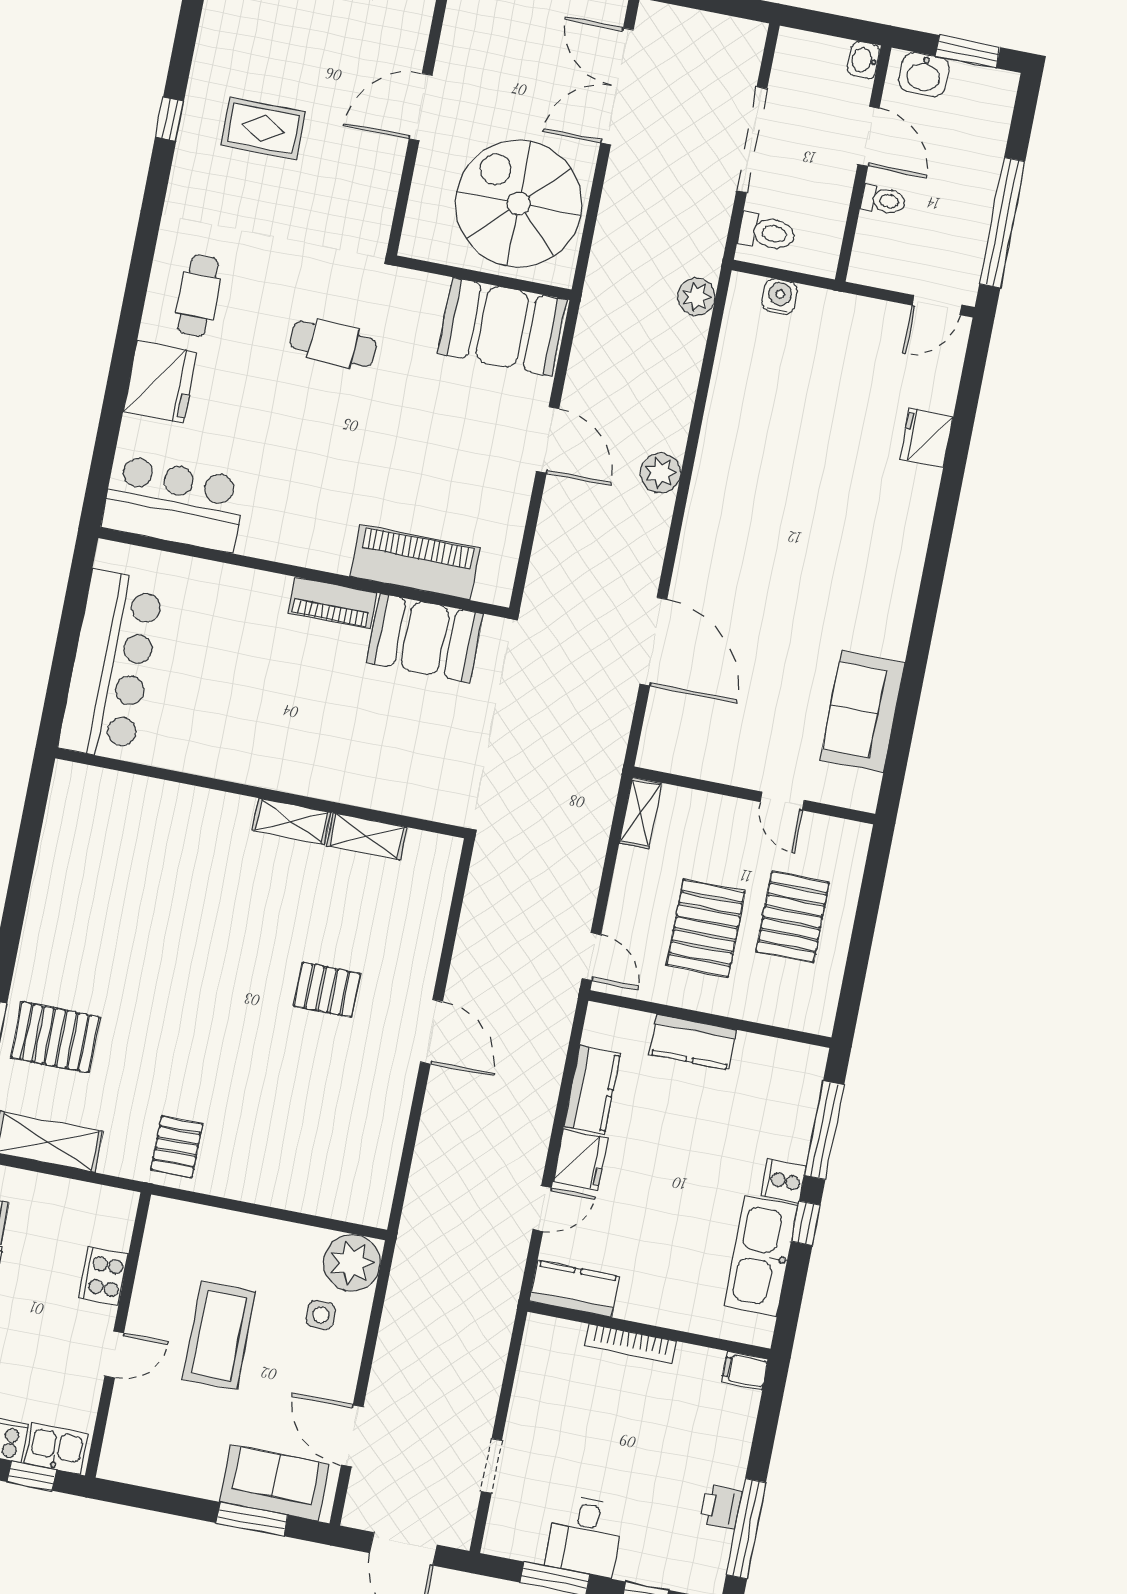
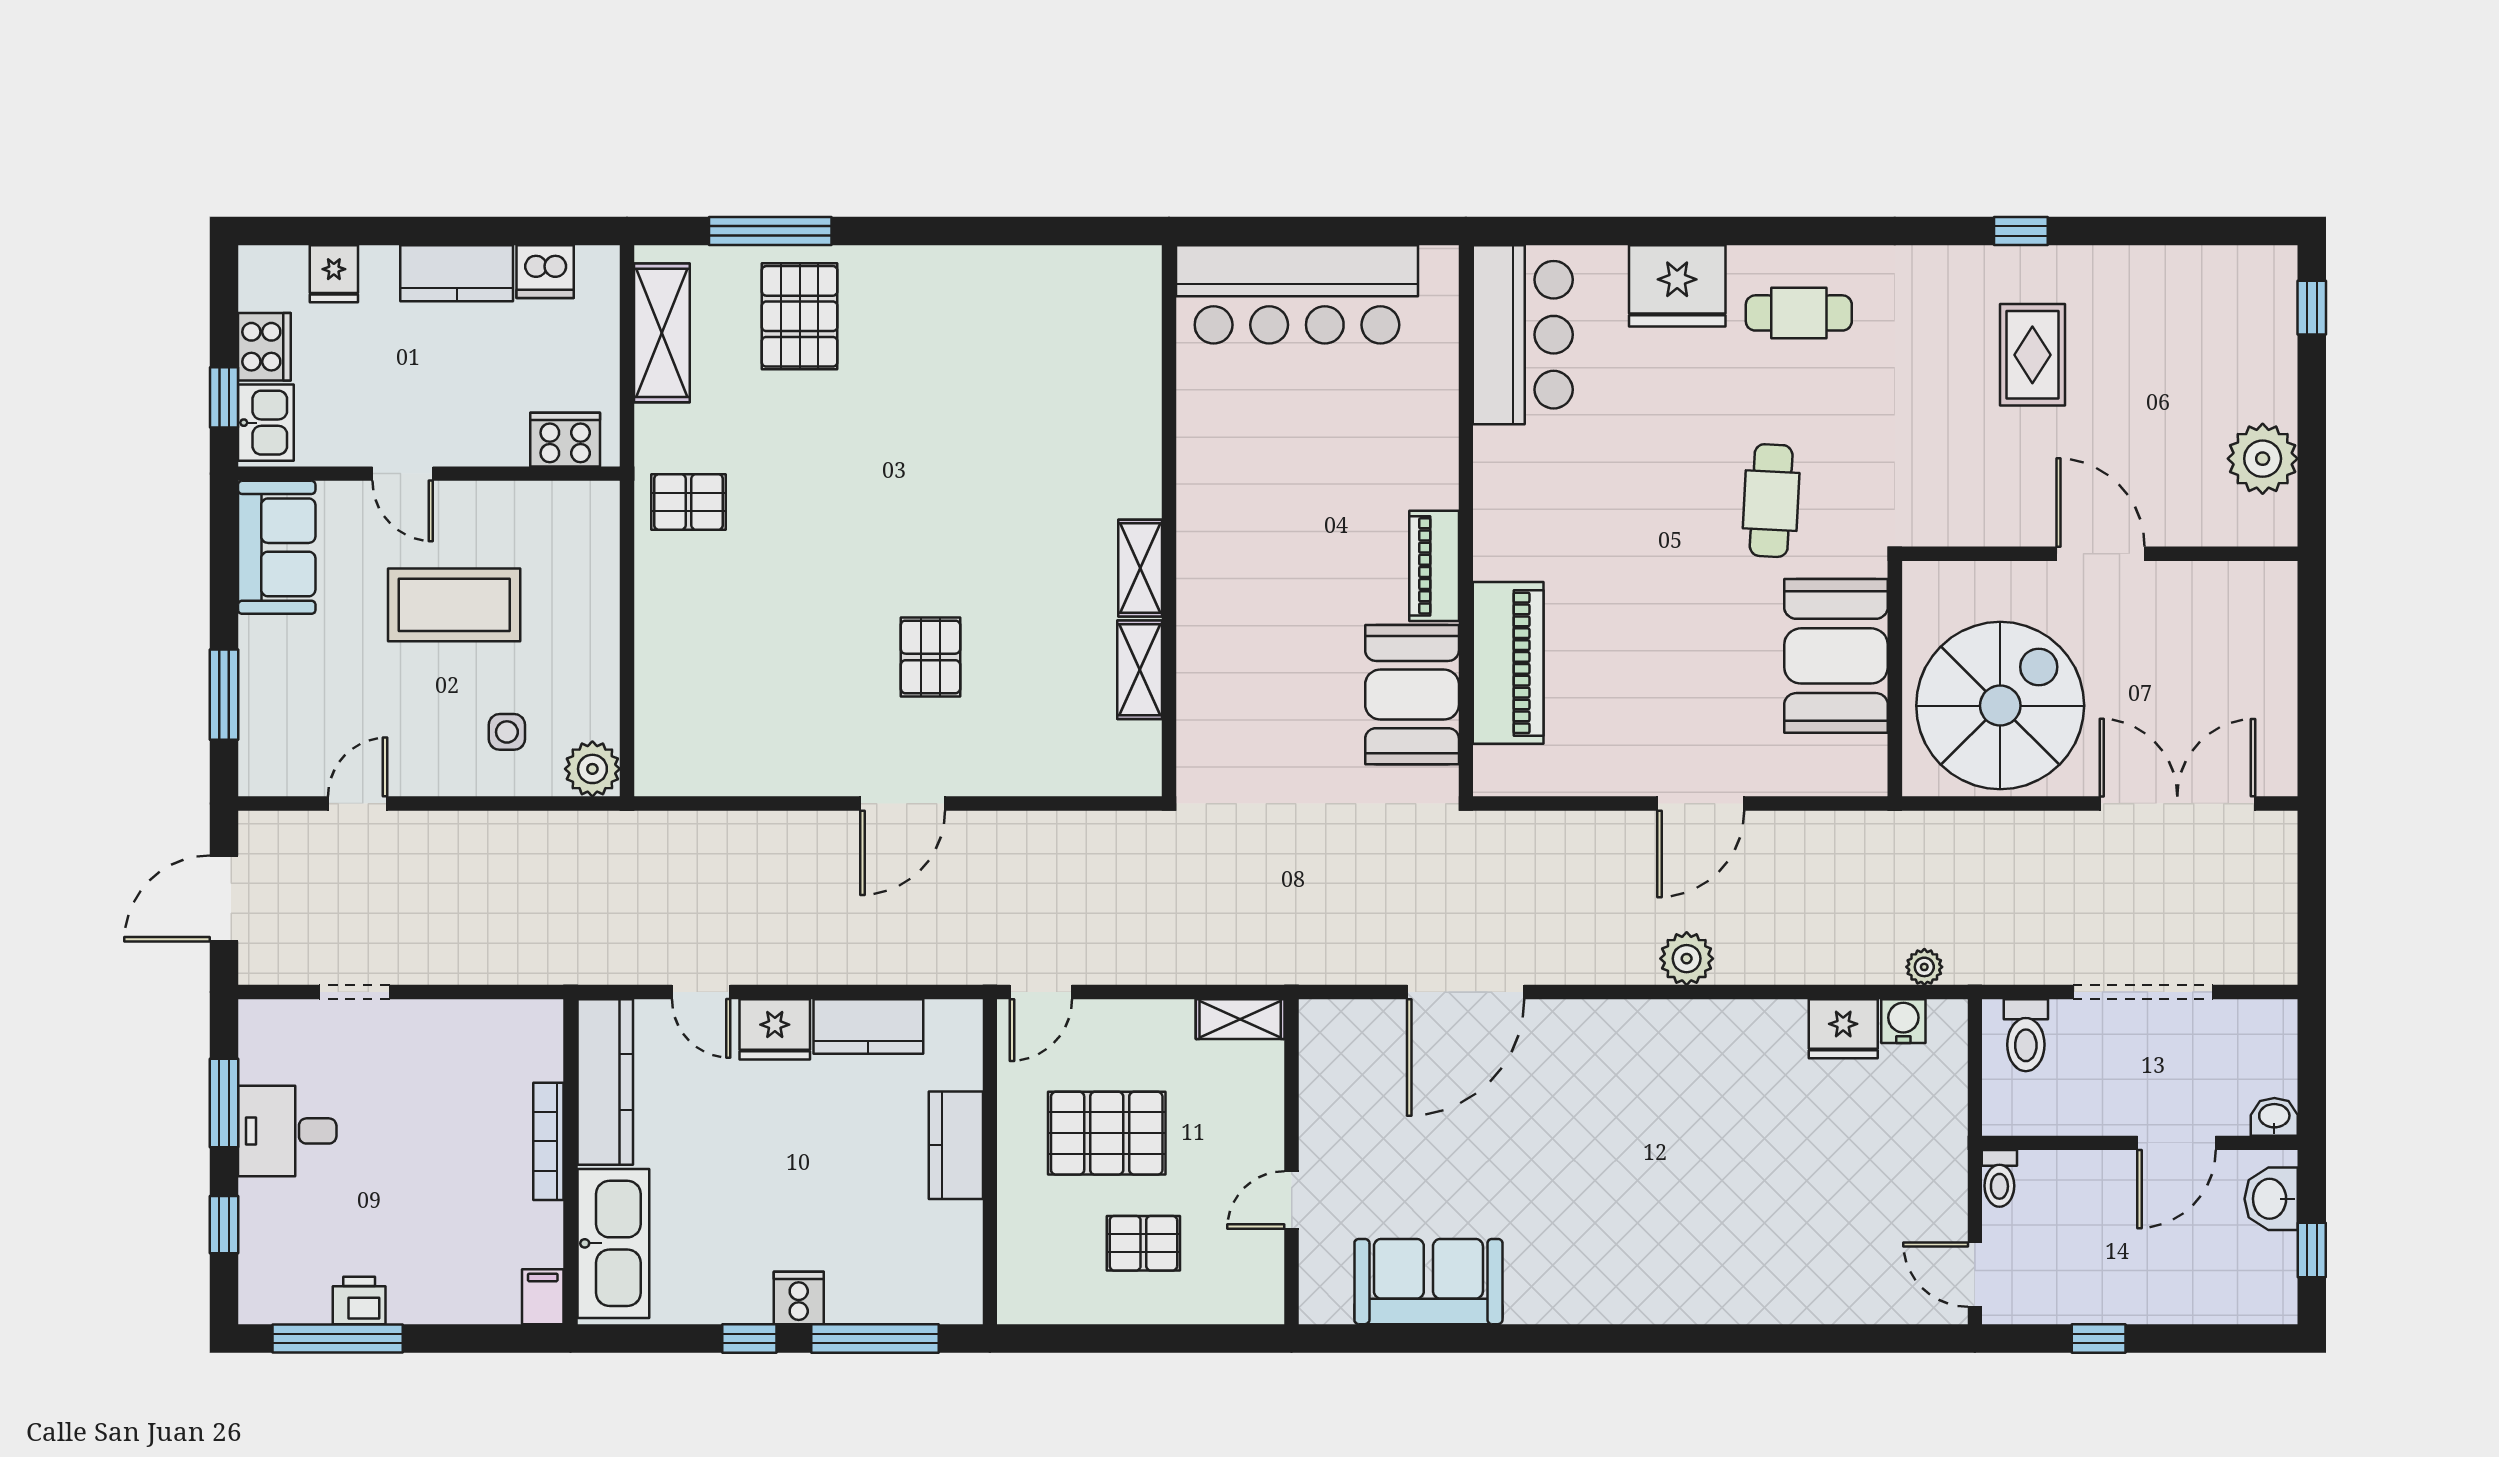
window: (968, 52) -> (2312, 1250), width x0.67
toilet: (883, 200) -> (1999, 1178), moved
window: (1002, 223) -> (2099, 1338), width x0.32
plant: (696, 297) -> (1924, 967), width x0.73, depth x0.73
water cooler: (780, 297) -> (1903, 1021), moved, turned -90
booth: (502, 327) -> (1836, 656), moved
fridge: (926, 438) -> (1843, 1029), moved, turned 180
pallet: (793, 917) -> (1143, 1243), width x0.67, depth x0.71
kitchen sink: (761, 1256) -> (613, 1243), moved, turned 90
plant: (352, 1263) -> (592, 769), width x0.73, depth x0.73
cooker: (103, 1276) -> (565, 440), moved
kitchen counter: (574, 1289) -> (605, 1082), width x1.50
door: (352, 1436) -> (358, 804), width x0.73
sofa: (274, 1483) -> (277, 547), moved

